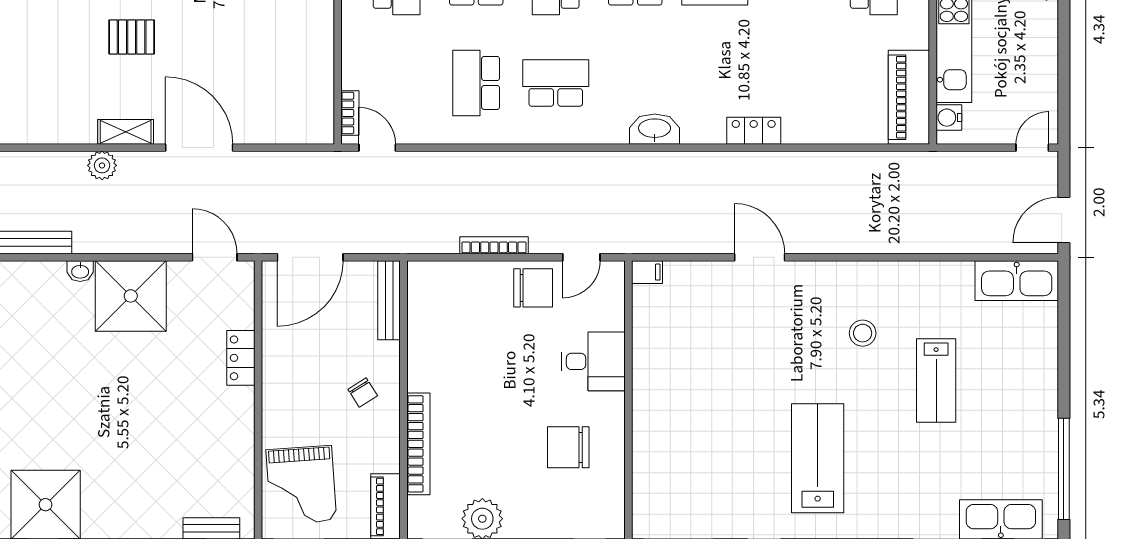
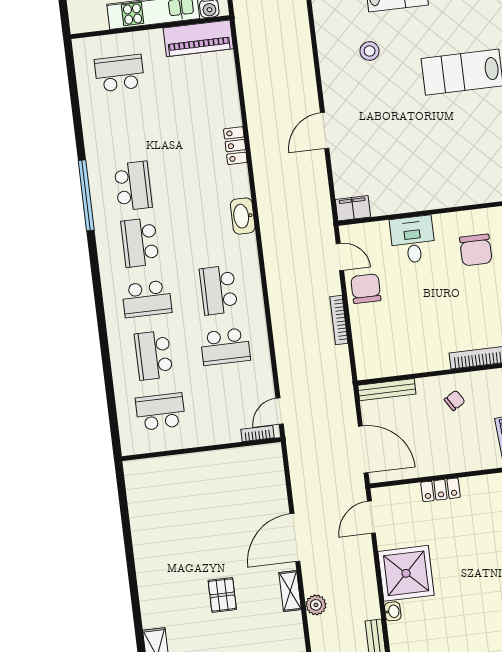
filing cabinet: (647, 272) -> (353, 208), width x2.00

